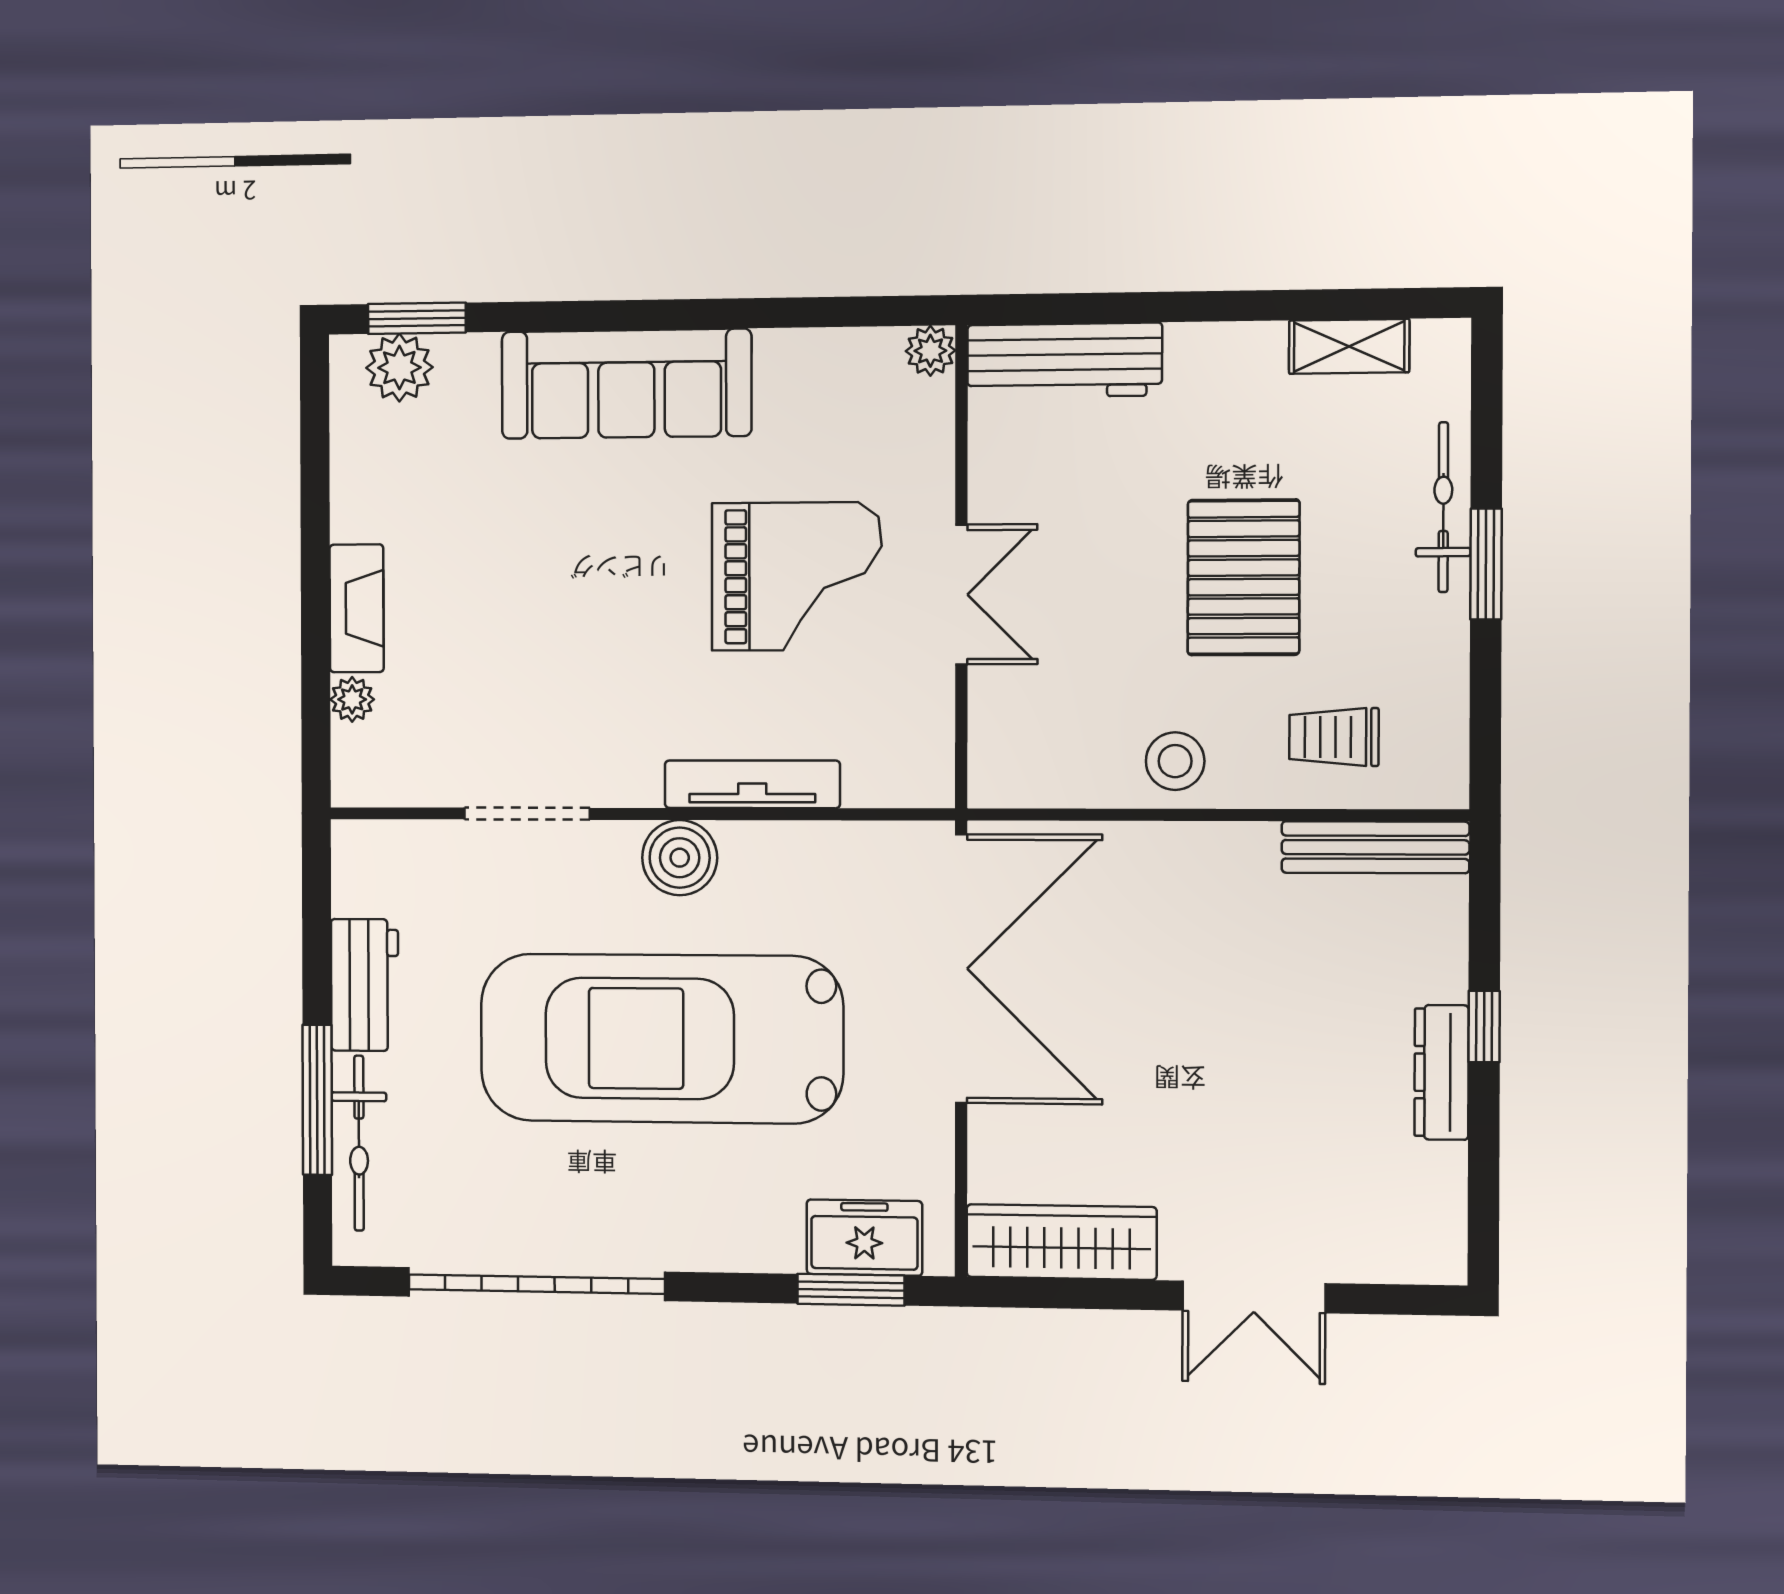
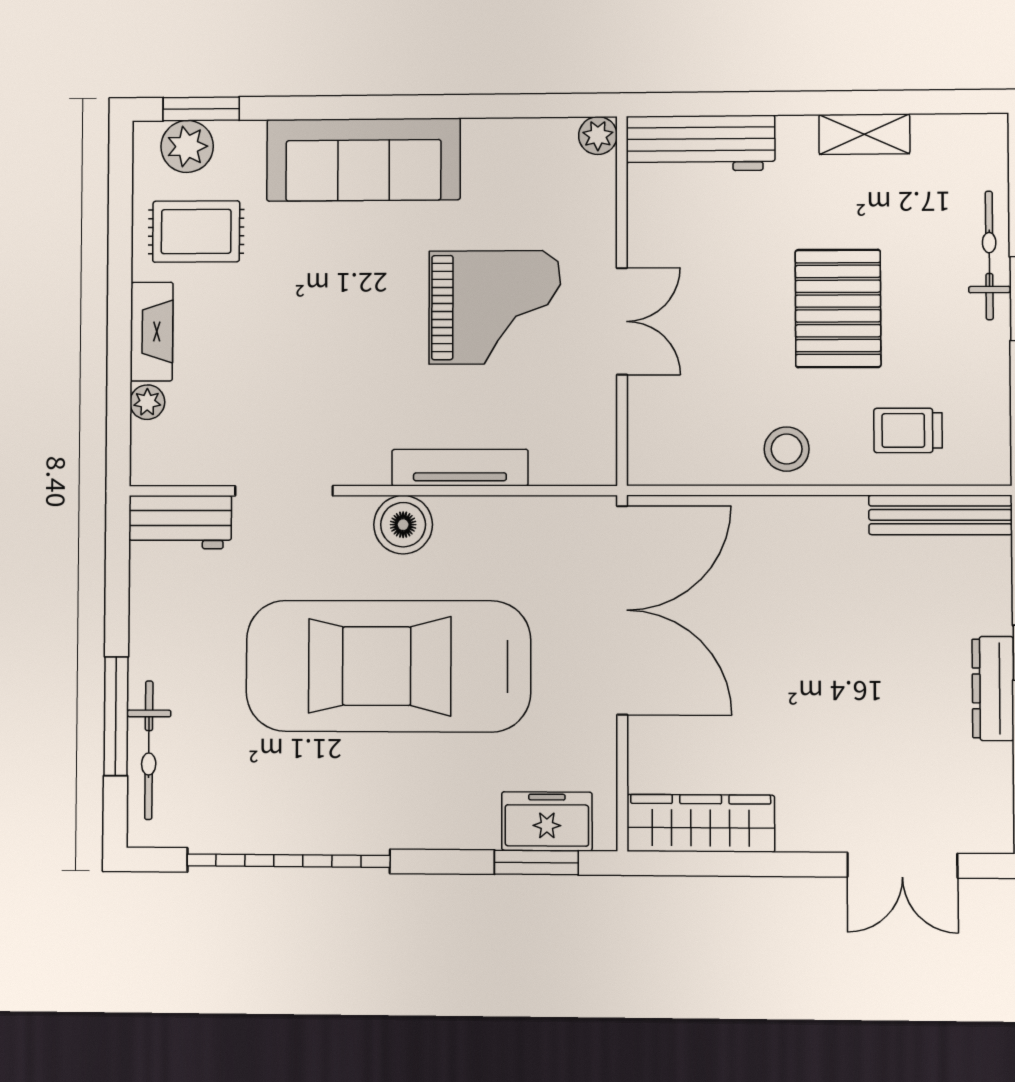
shelving: (1349, 346) -> (864, 134), moved
rug: (412, 478) -> (196, 232), added
workbench: (365, 985) -> (180, 522), moved, turned 90
double door: (1254, 1297) -> (902, 865), moved

